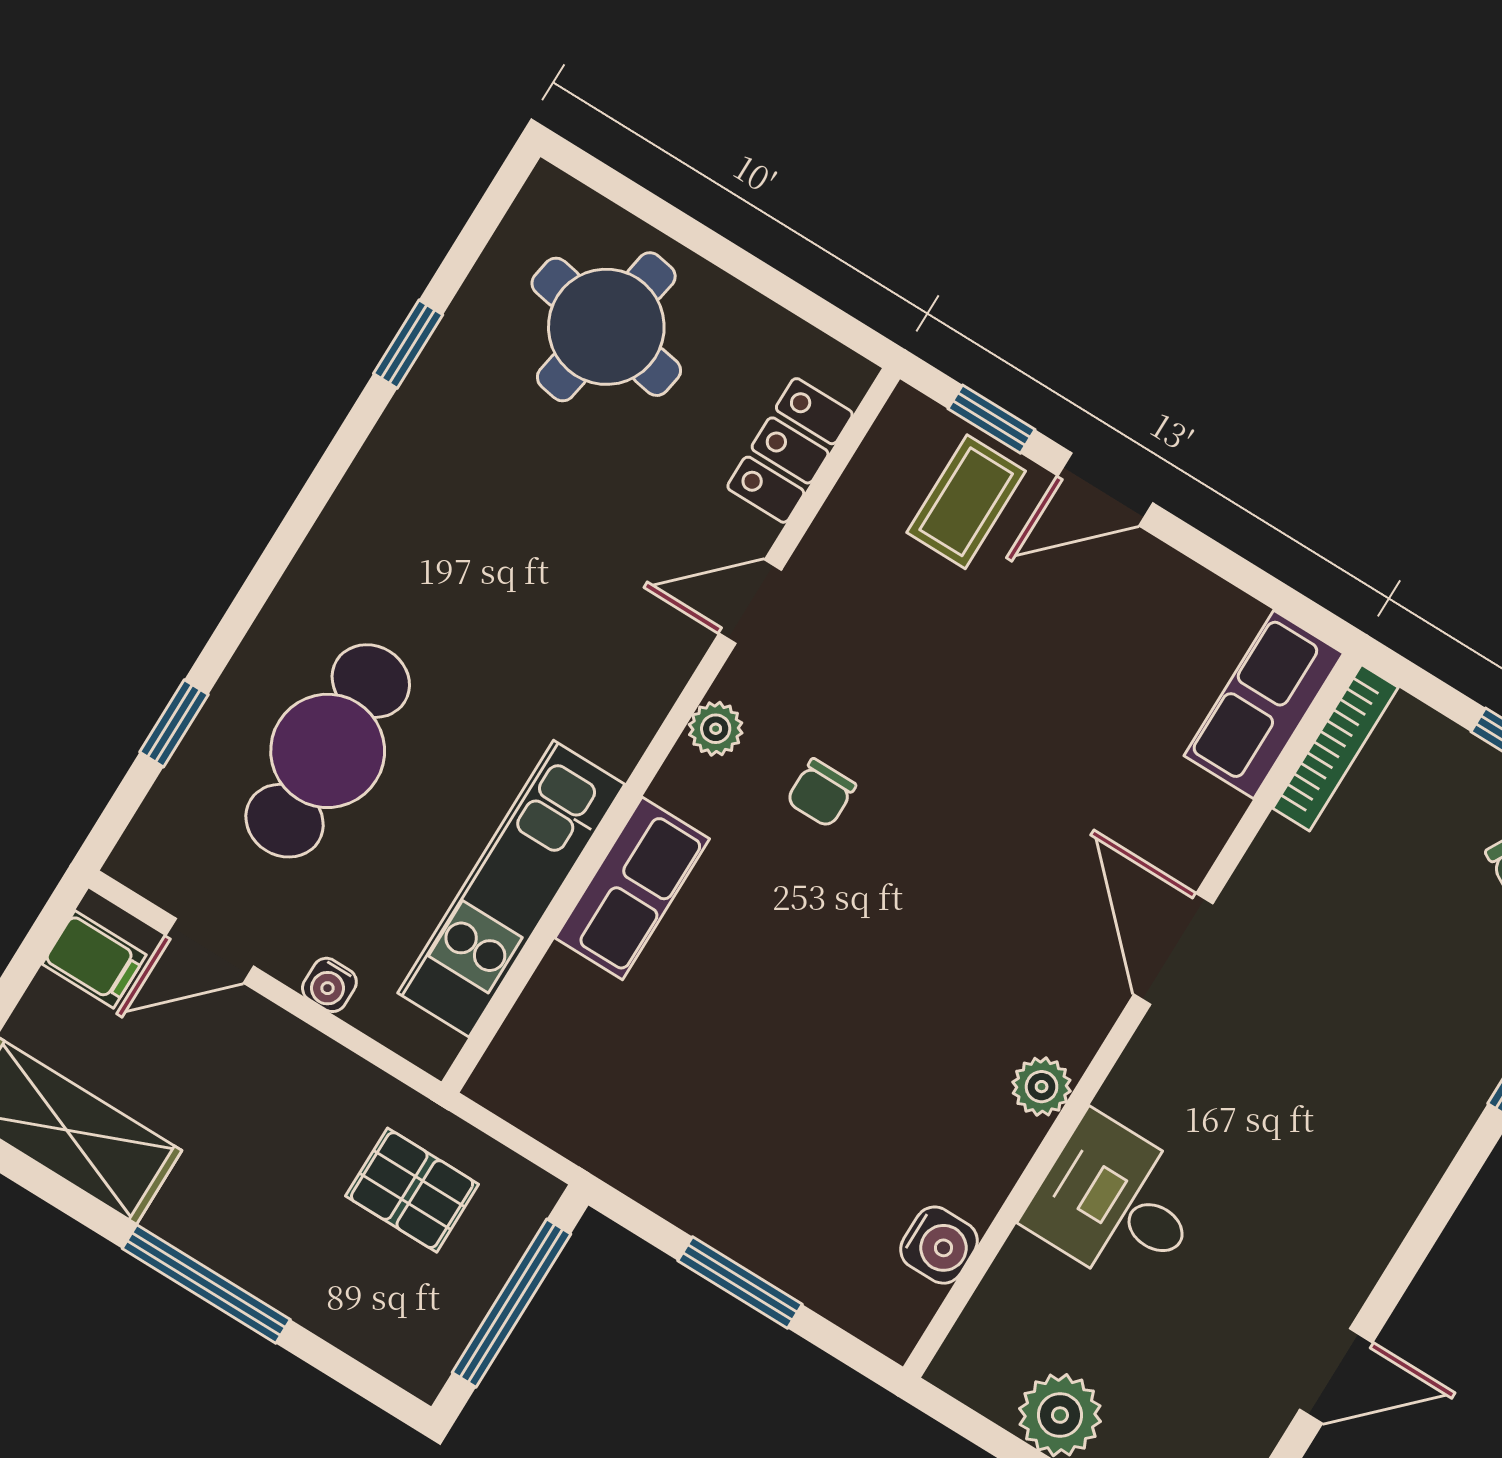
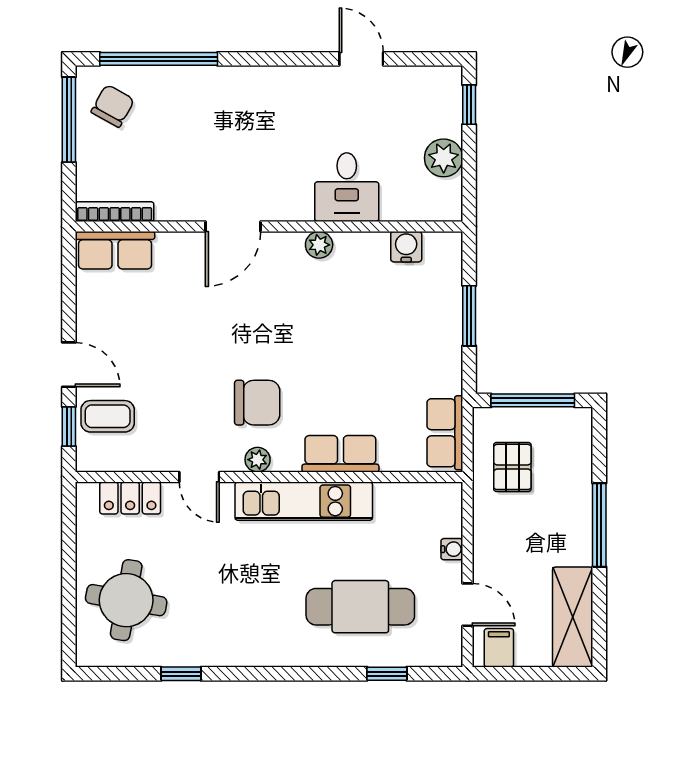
chair: (821, 793) -> (257, 403), width x1.87, depth x1.87
kitchen unit: (511, 889) -> (304, 501), moved
row of seats: (552, 1105) -> (445, 433), added

